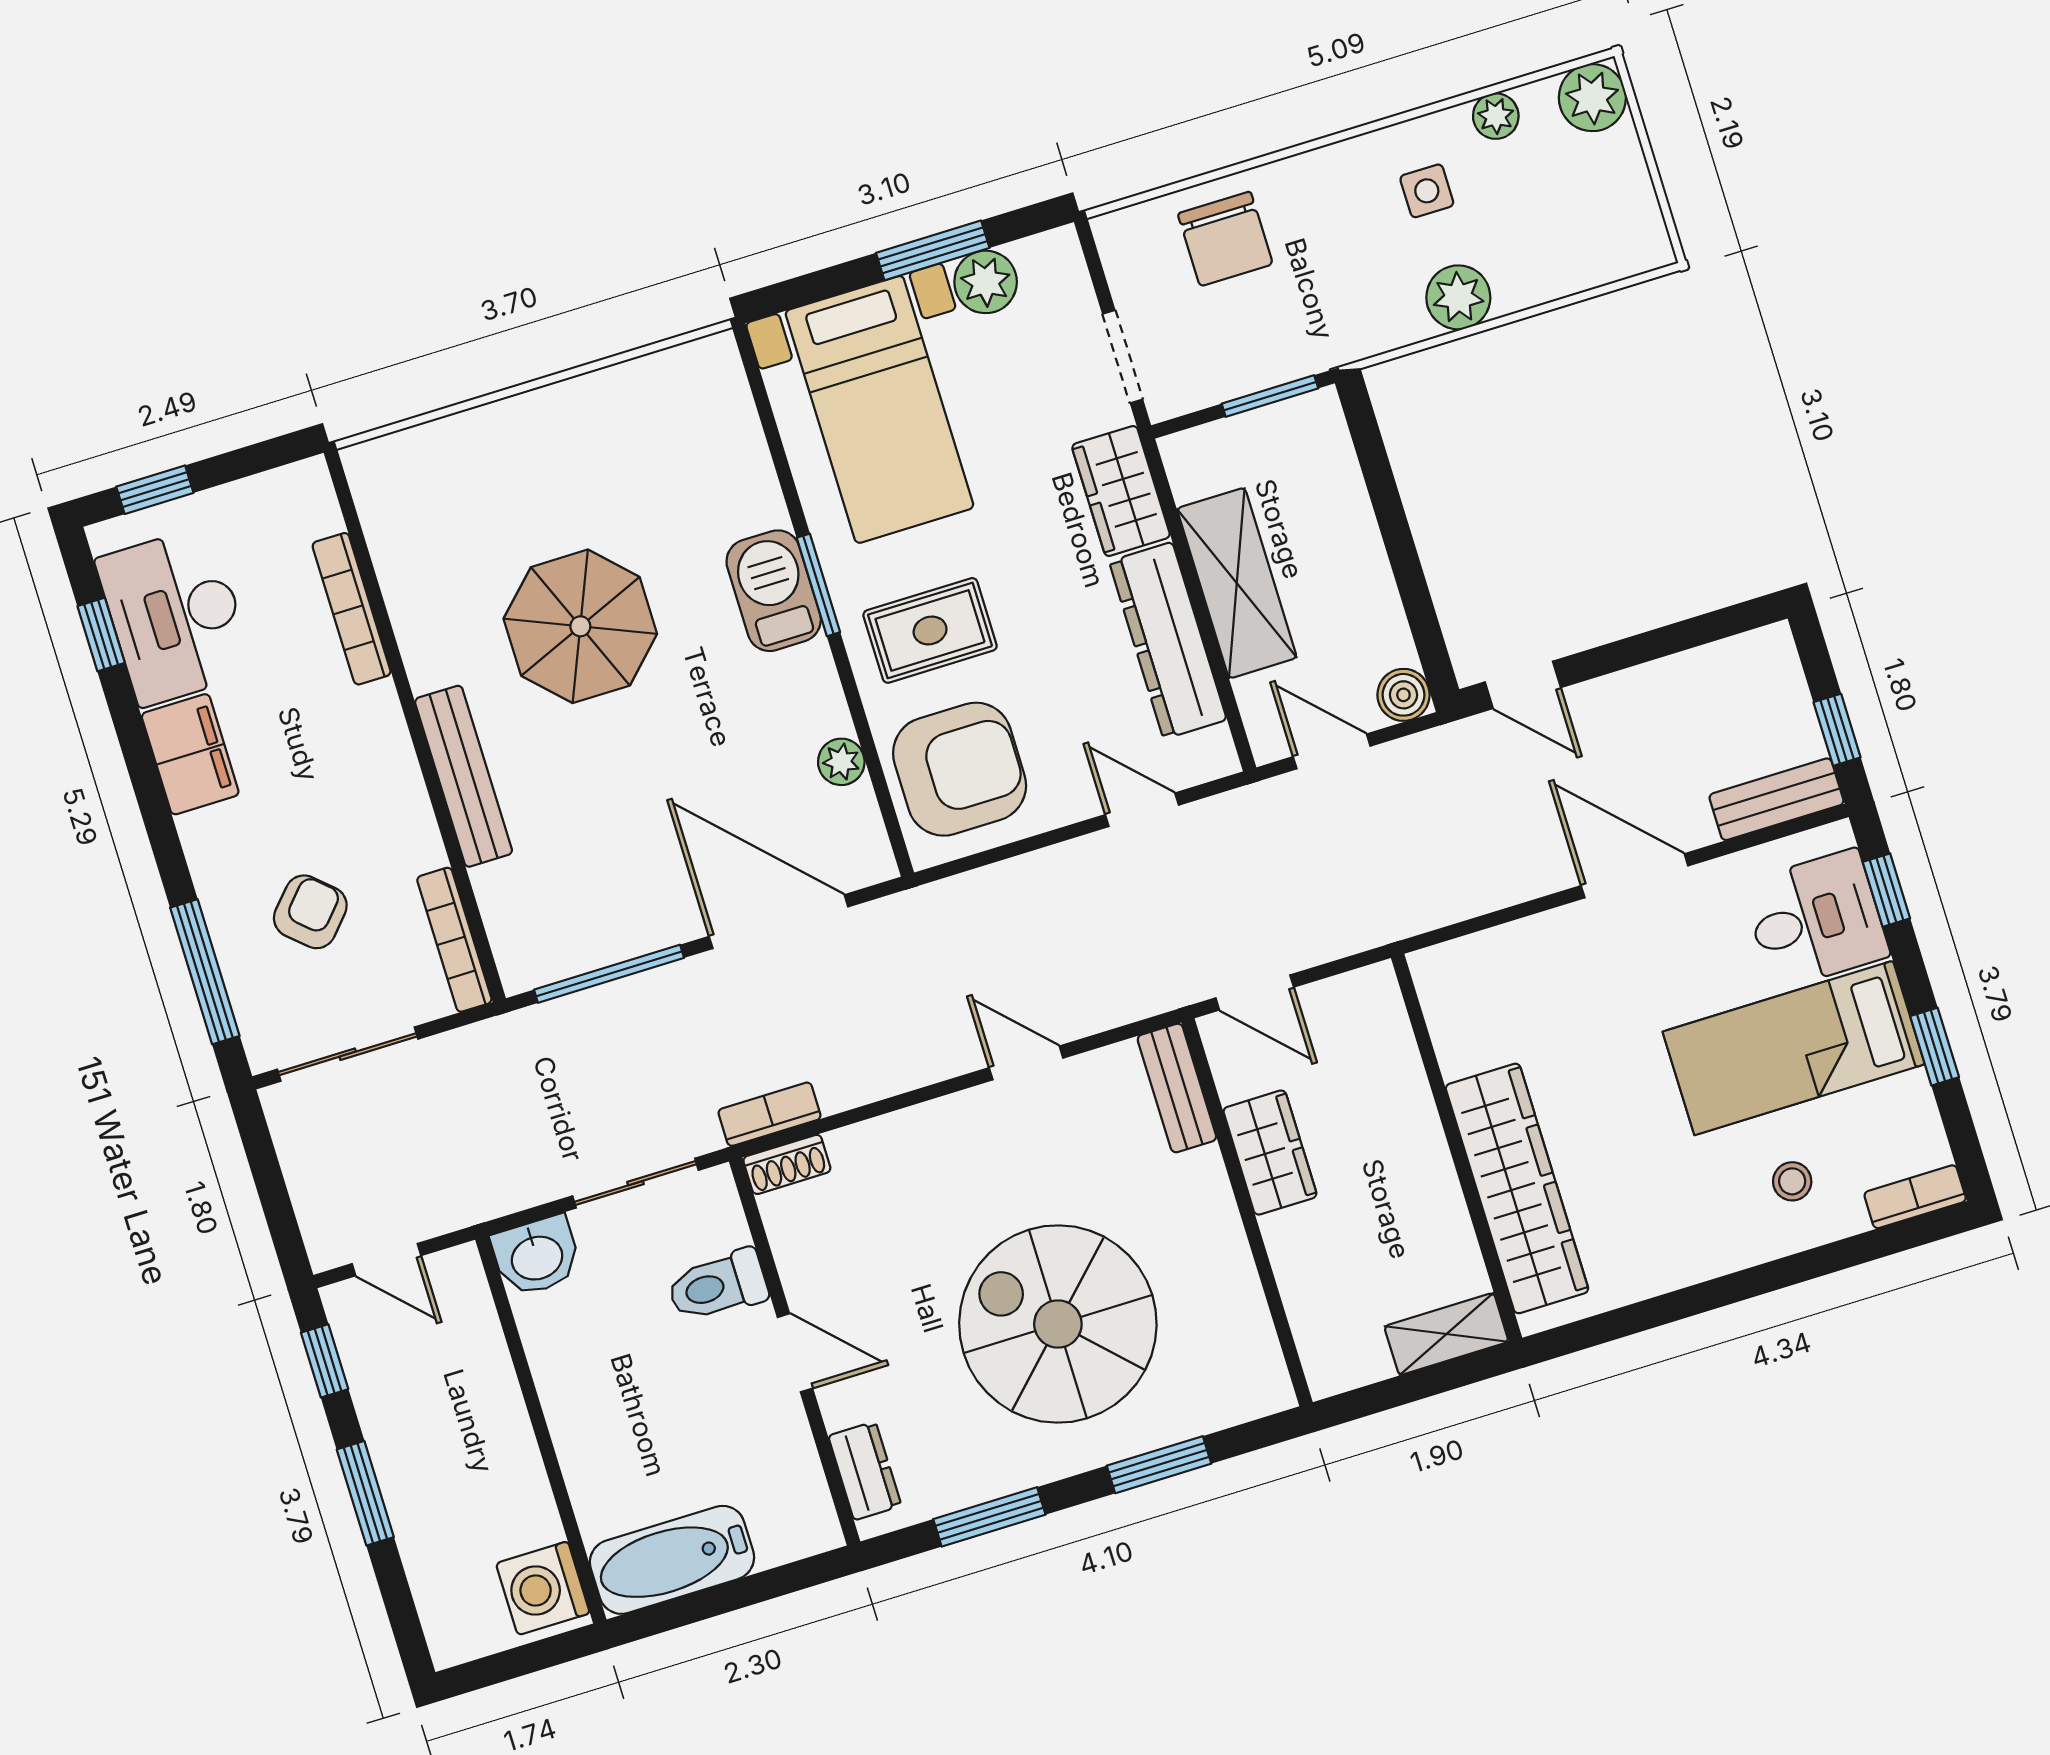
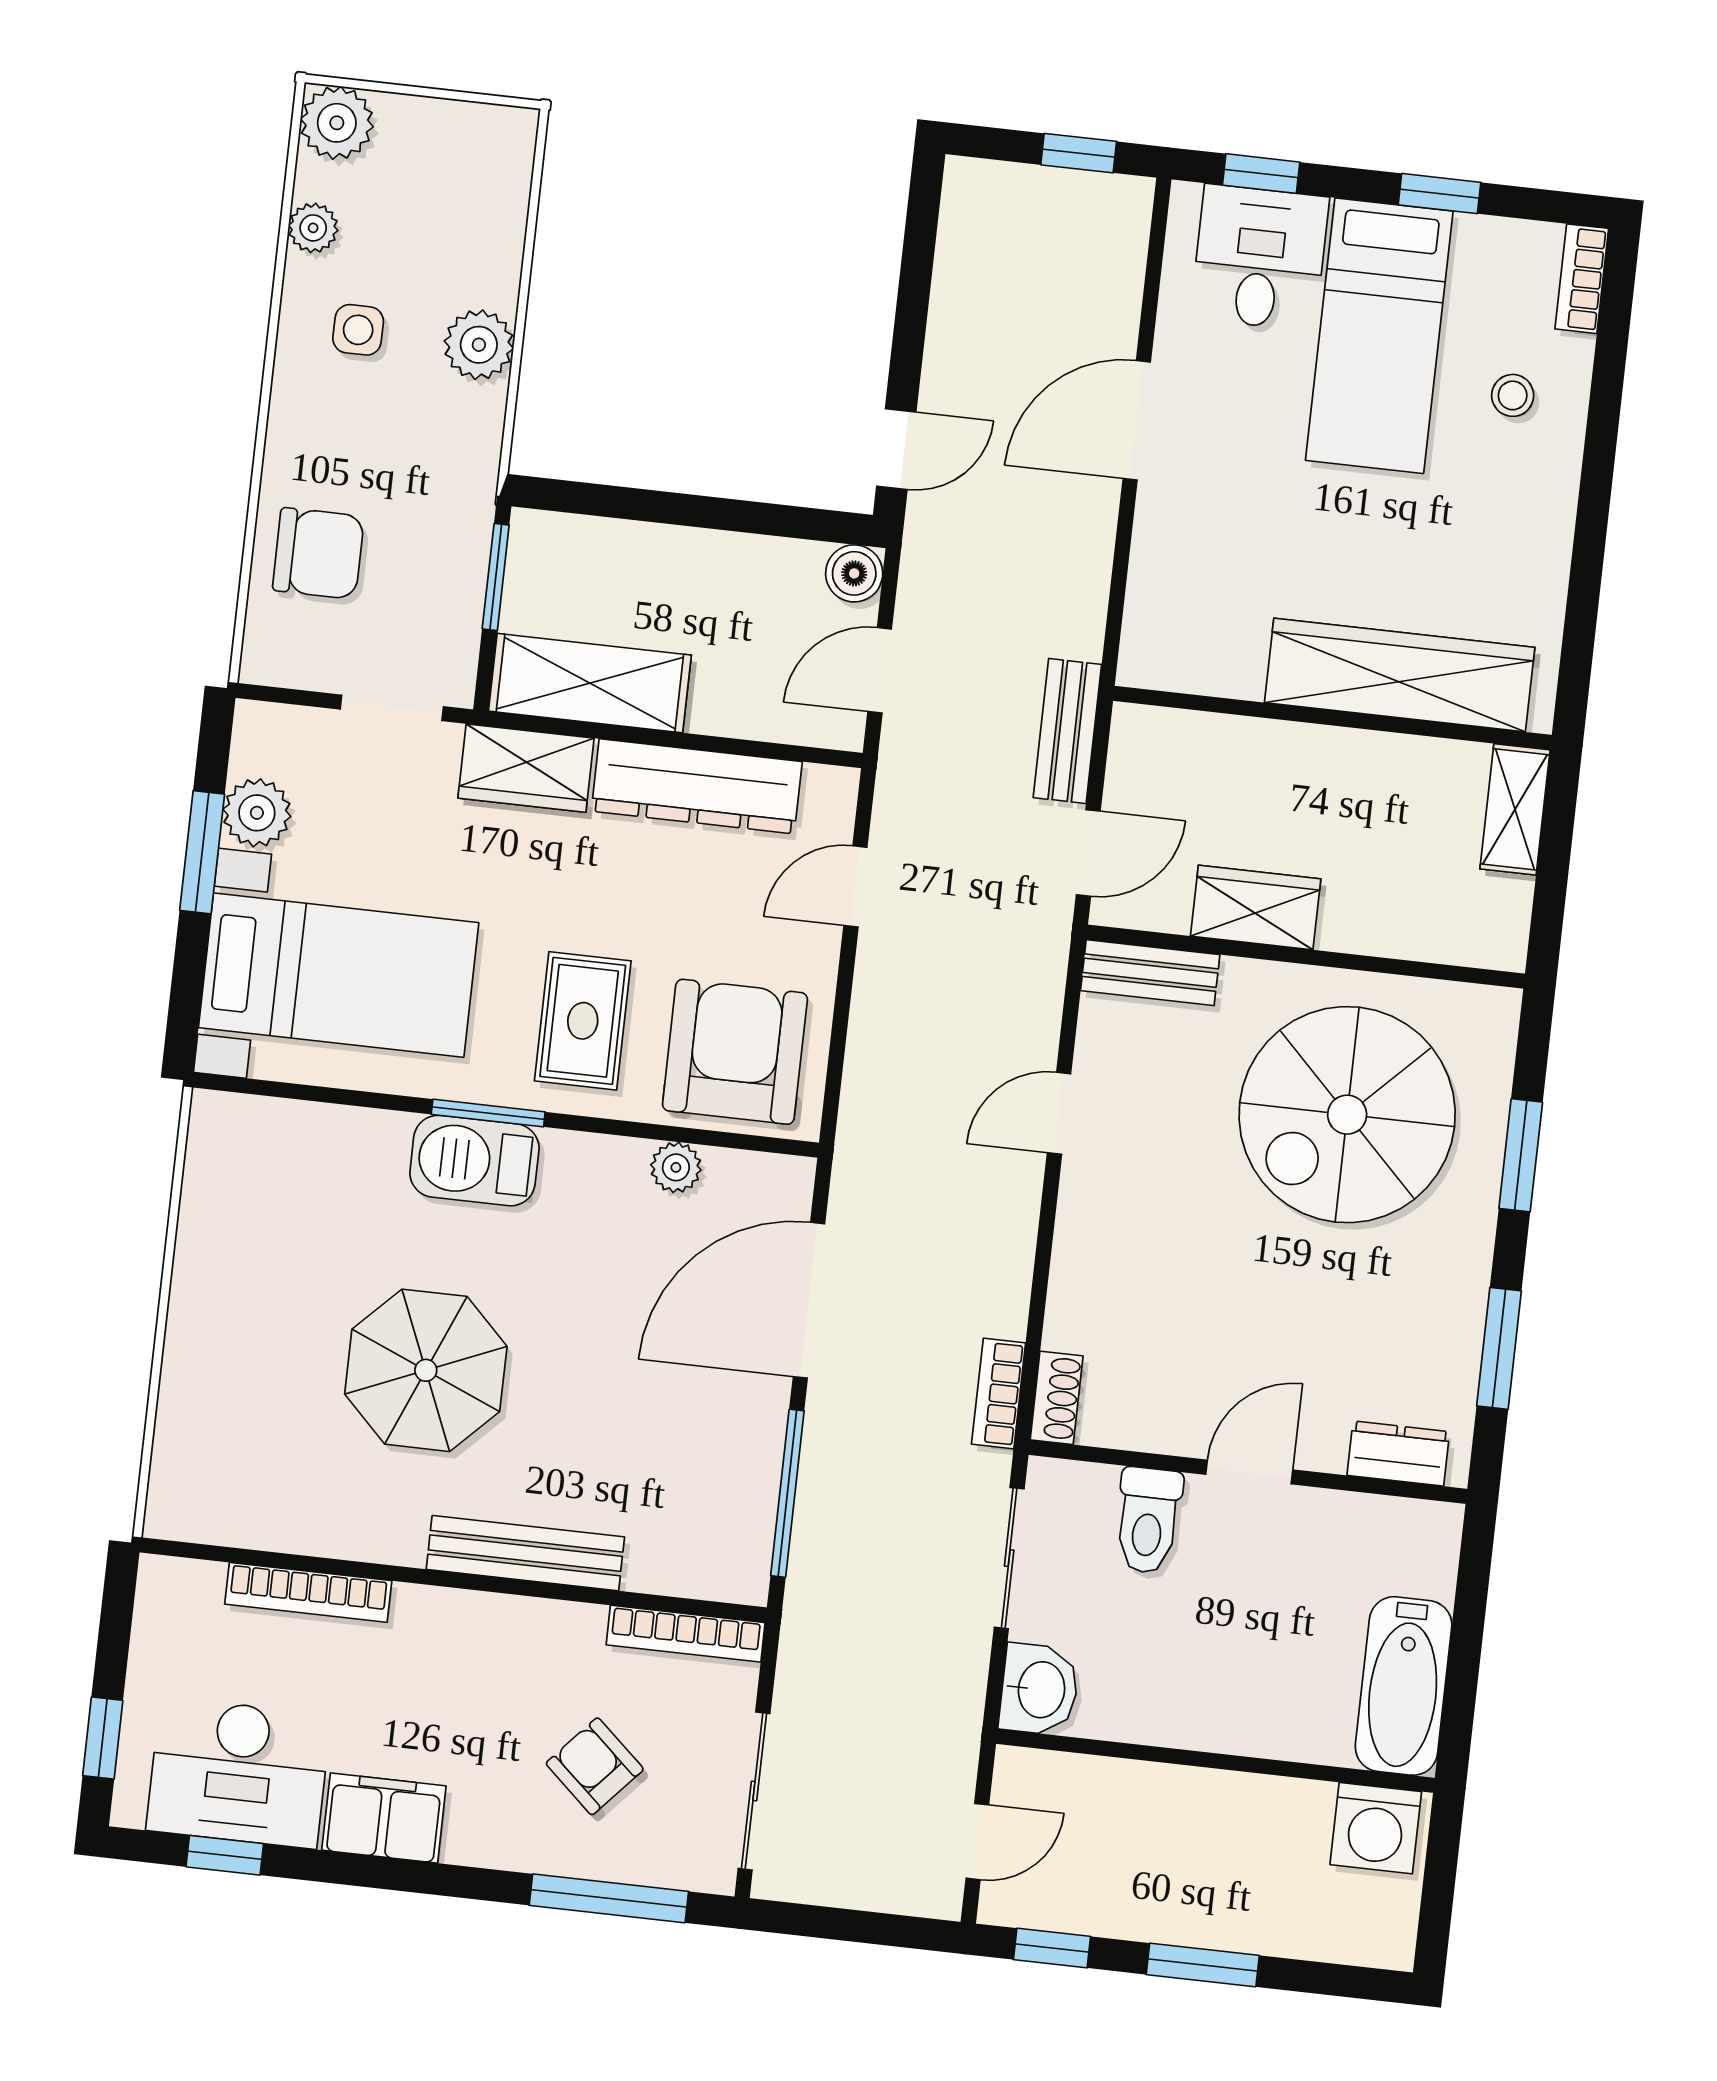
shelving: (1237, 583) -> (590, 683), moved
bench: (1776, 799) -> (1067, 731), moved
spiral stairs: (1058, 1324) -> (1347, 1115), moved

